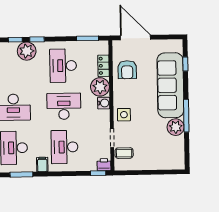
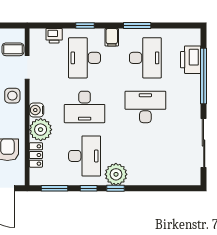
window: (15, 40) -> (89, 188), moved
plant: (27, 51) -> (116, 174), moved
desk: (65, 147) -> (85, 58), turned 180
printer: (104, 165) -> (54, 36), moved
window: (98, 173) -> (85, 26), moved

